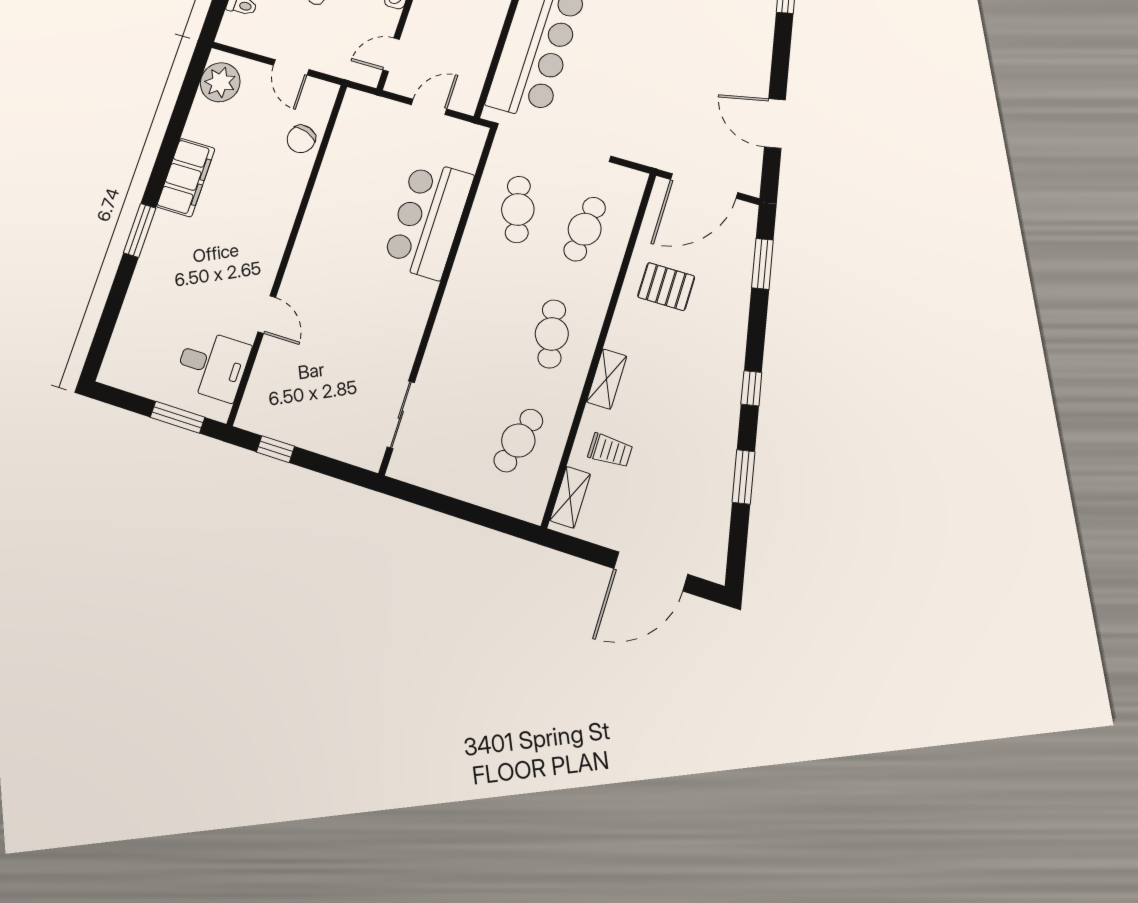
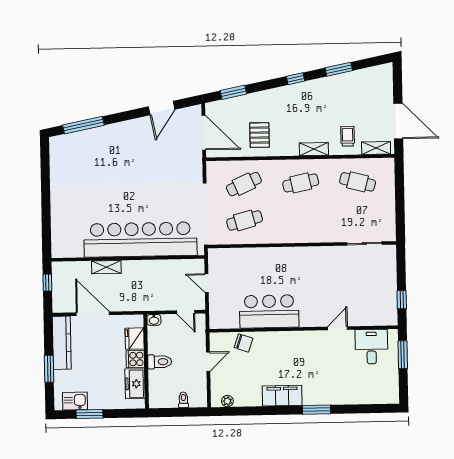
plant: (220, 82) -> (227, 401), width x0.53, depth x0.53
bar counter: (428, 219) -> (269, 311), moved, turned 180
cafe table: (585, 229) -> (244, 184), turned -30
door: (651, 571) -> (398, 121), moved

